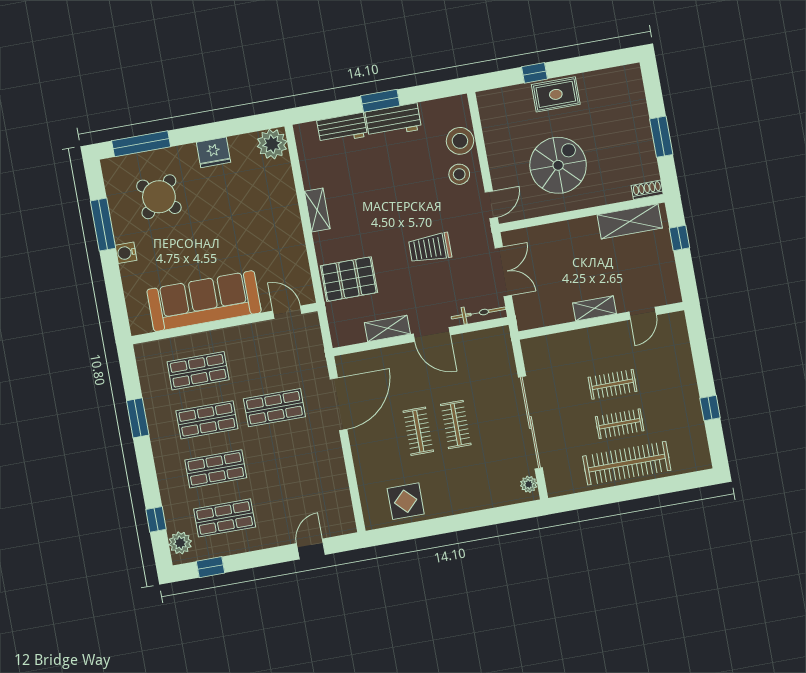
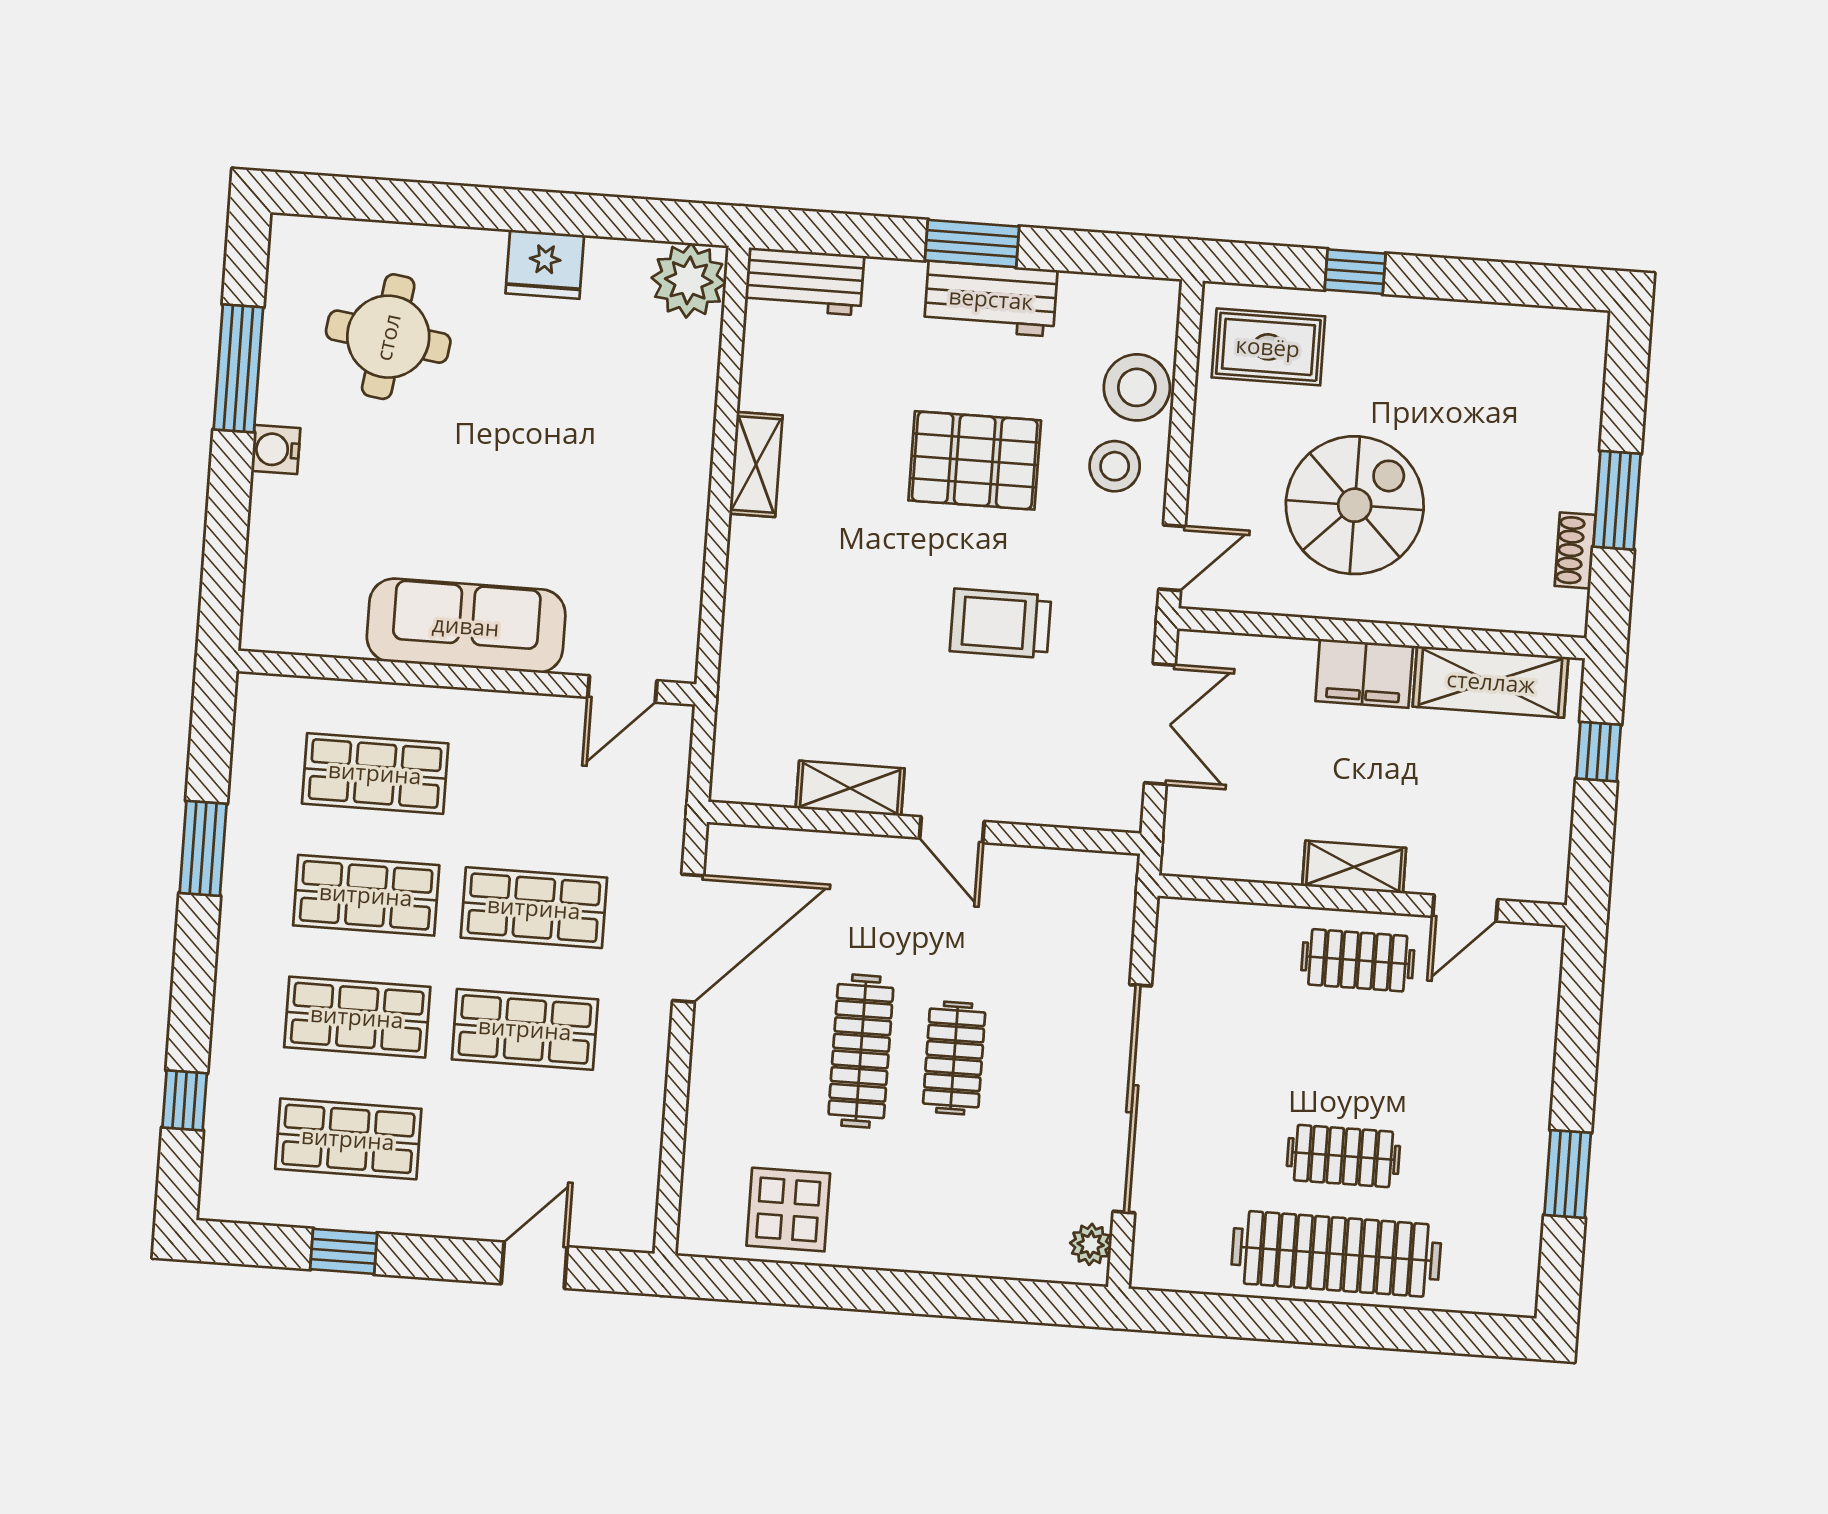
rug: (556, 94) -> (1268, 347), moved
workbench: (342, 128) -> (804, 281), moved
window: (141, 144) -> (378, 200), removed
shoe rack: (647, 190) -> (1575, 550), moved, turned -90
round table: (159, 197) -> (388, 337), turned -36
filing cabinet: (579, 231) -> (1364, 673), added
pallet: (349, 279) -> (975, 460), moved
sofa: (204, 301) -> (466, 626), width x0.74, depth x0.79
door: (287, 312) -> (622, 689), swing flipped
bicycle: (479, 313) -> (1076, 807), removed
door: (432, 334) -> (952, 830), width x0.73
clothes rail: (613, 384) -> (1358, 960), moved
window: (710, 408) -> (1568, 1174), width x1.50
clothes rail: (418, 431) -> (861, 1051), width x1.36
shop shelf: (283, 457) -> (525, 1029), added
plant: (180, 543) -> (228, 1171), removed
window: (210, 567) -> (344, 1251), moved

